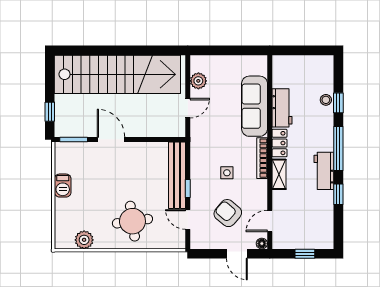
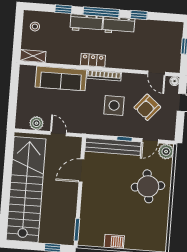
stool: (326, 100) -> (35, 27), moved
workbench: (282, 108) -> (86, 23), moved, turned 180
door: (111, 139) -> (81, 170), moved
side table: (227, 173) -> (114, 105), width x1.87, depth x1.87
shelving: (279, 174) -> (33, 56), moved
plant: (84, 240) -> (166, 152), moved

